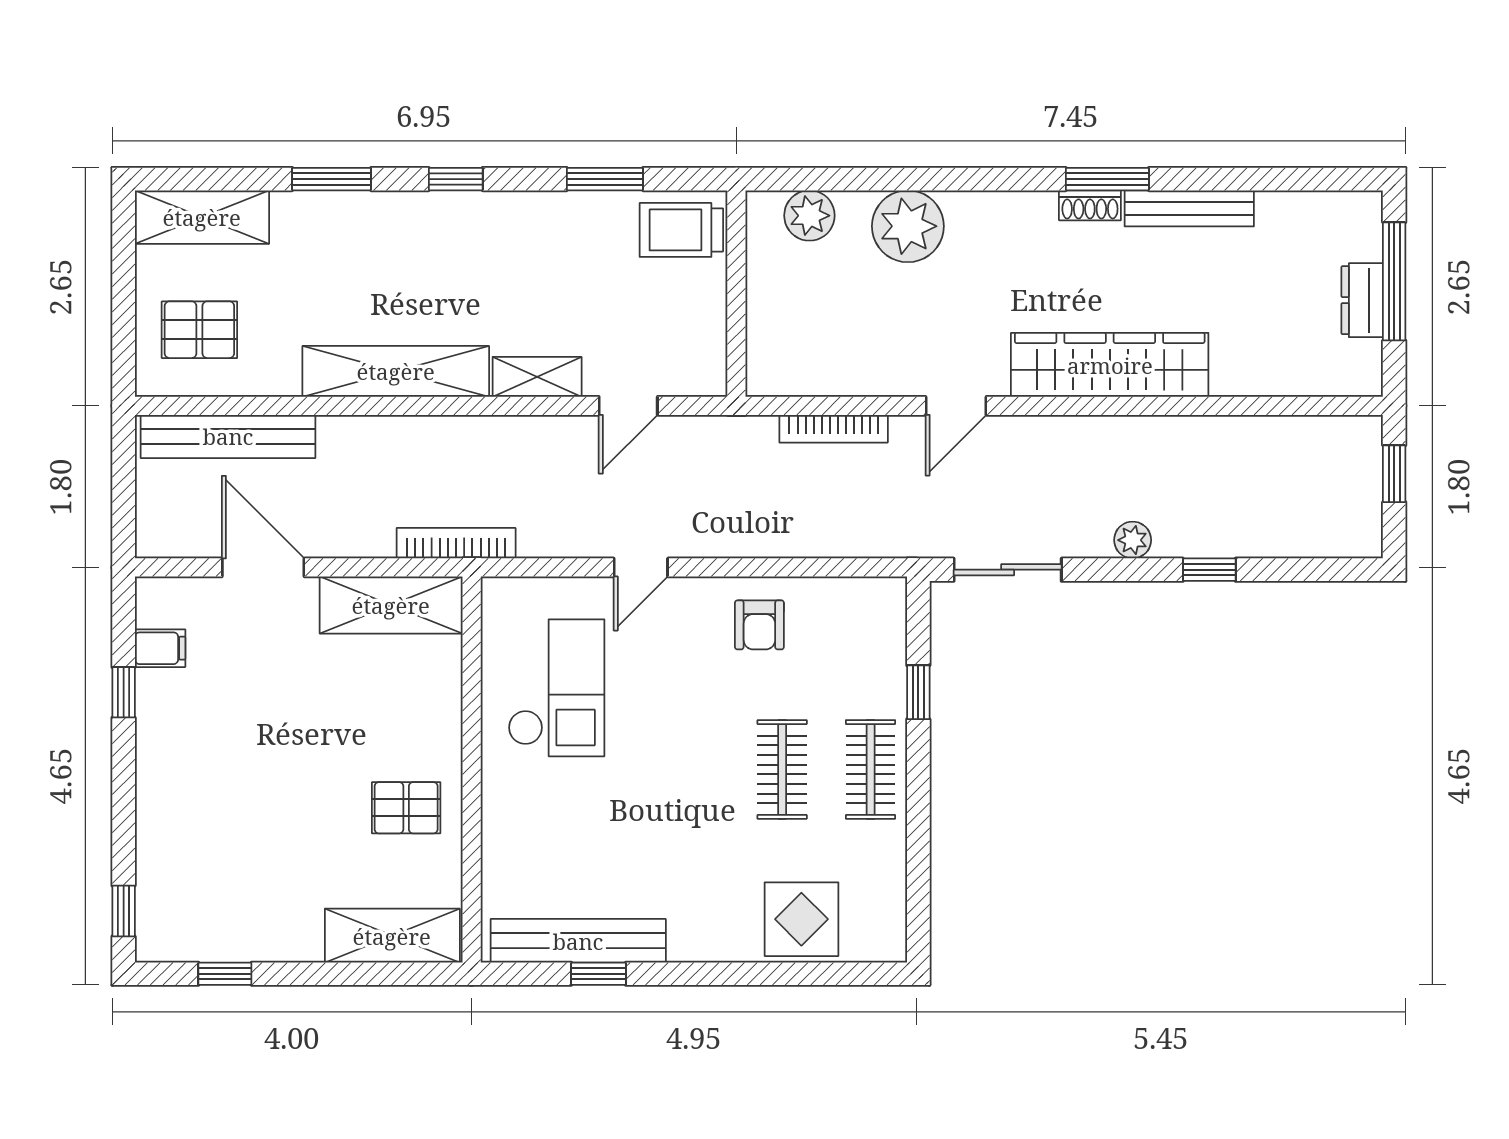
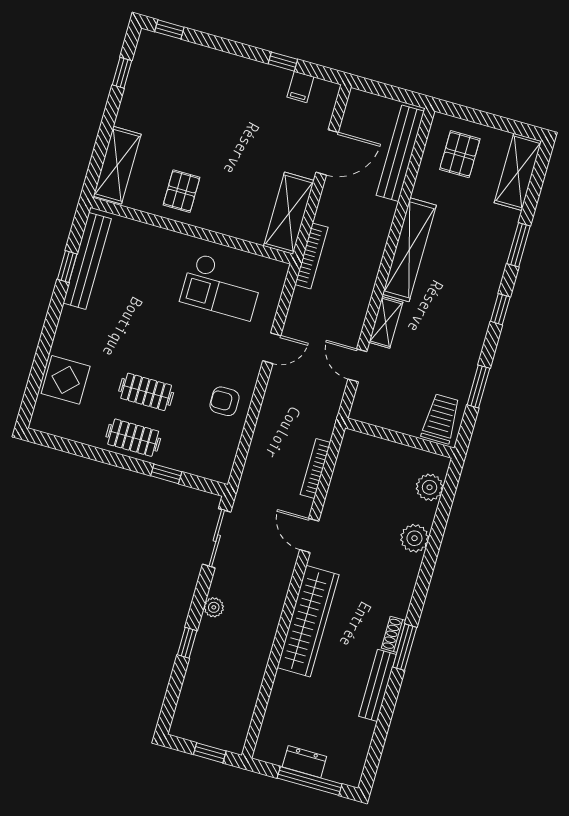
plant: (908, 226) -> (414, 538), width x0.73, depth x0.73
door: (641, 567) -> (272, 348), swing flipped

